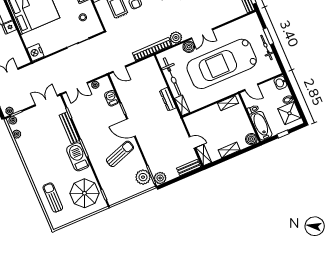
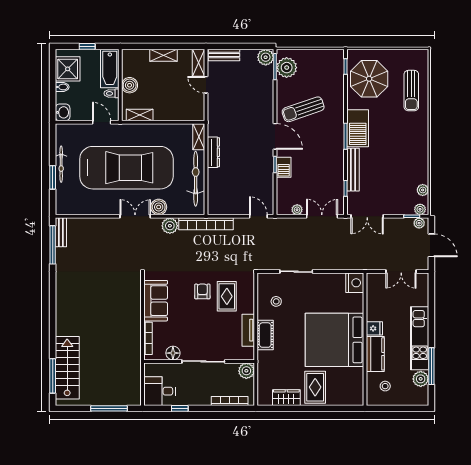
barbecue: (112, 98) -> (284, 167), moved
boiler: (251, 139) -> (130, 85), moved

